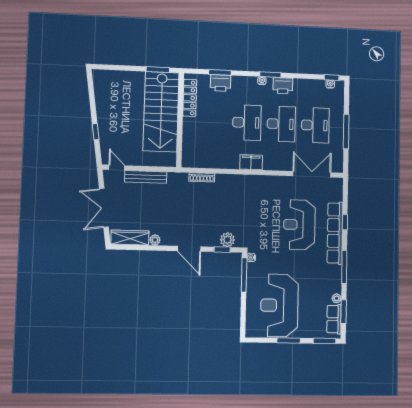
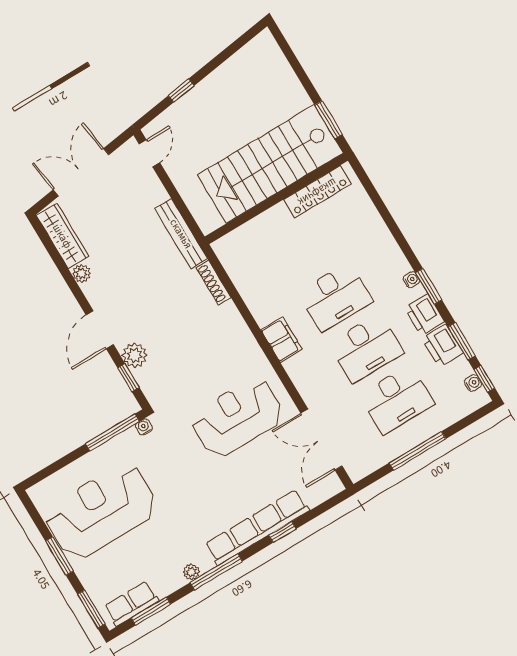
window: (220, 72) -> (462, 341), moved
printer: (221, 83) -> (443, 346), moved
double door: (312, 174) -> (321, 440), swing flipped
bench: (146, 177) -> (181, 234), moved
reception desk: (299, 225) -> (237, 417), moved
plant: (227, 240) -> (135, 355), moved
plant: (337, 298) -> (191, 572), moved

